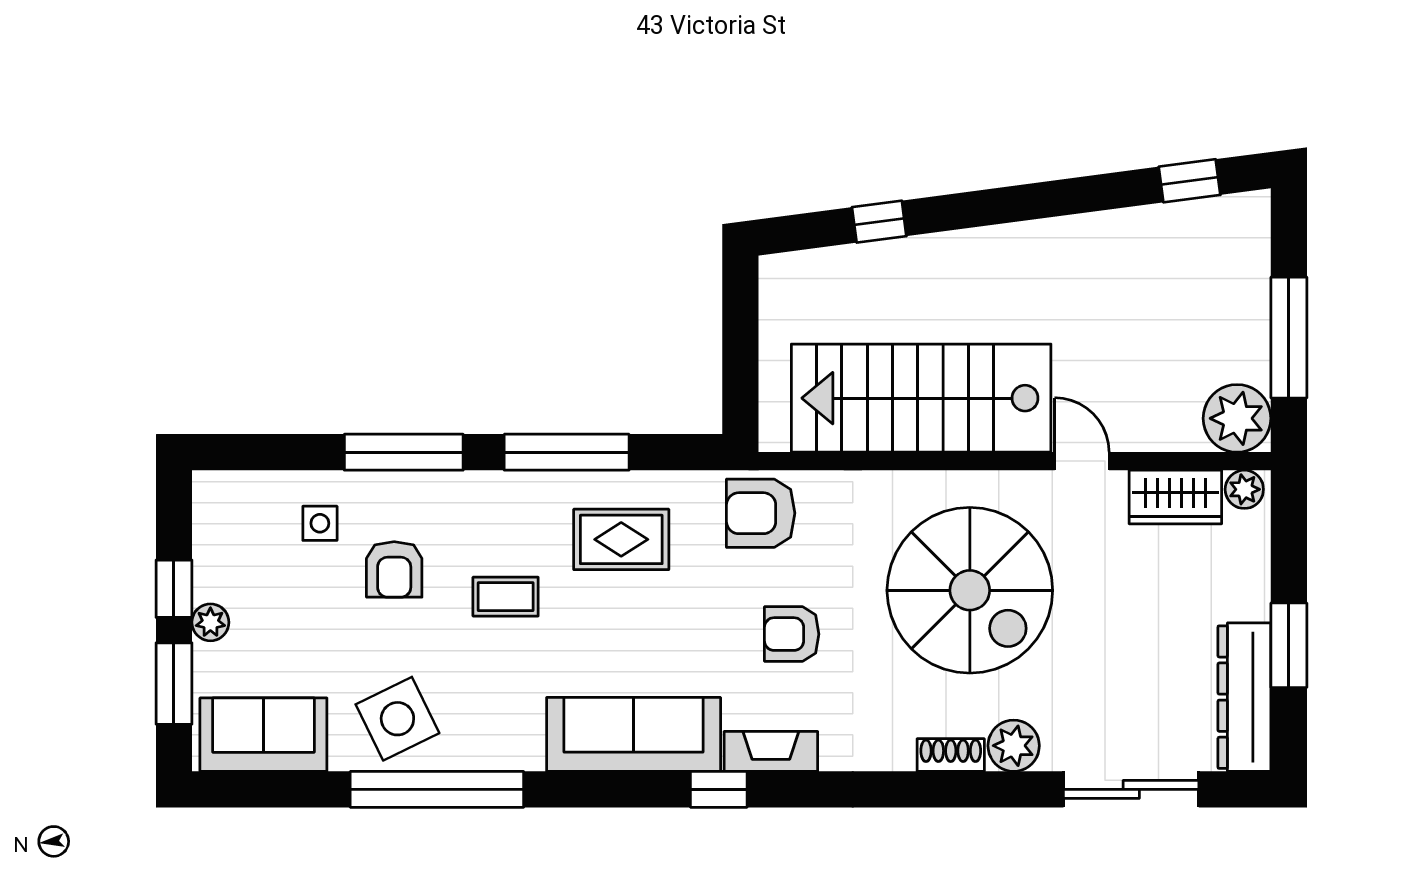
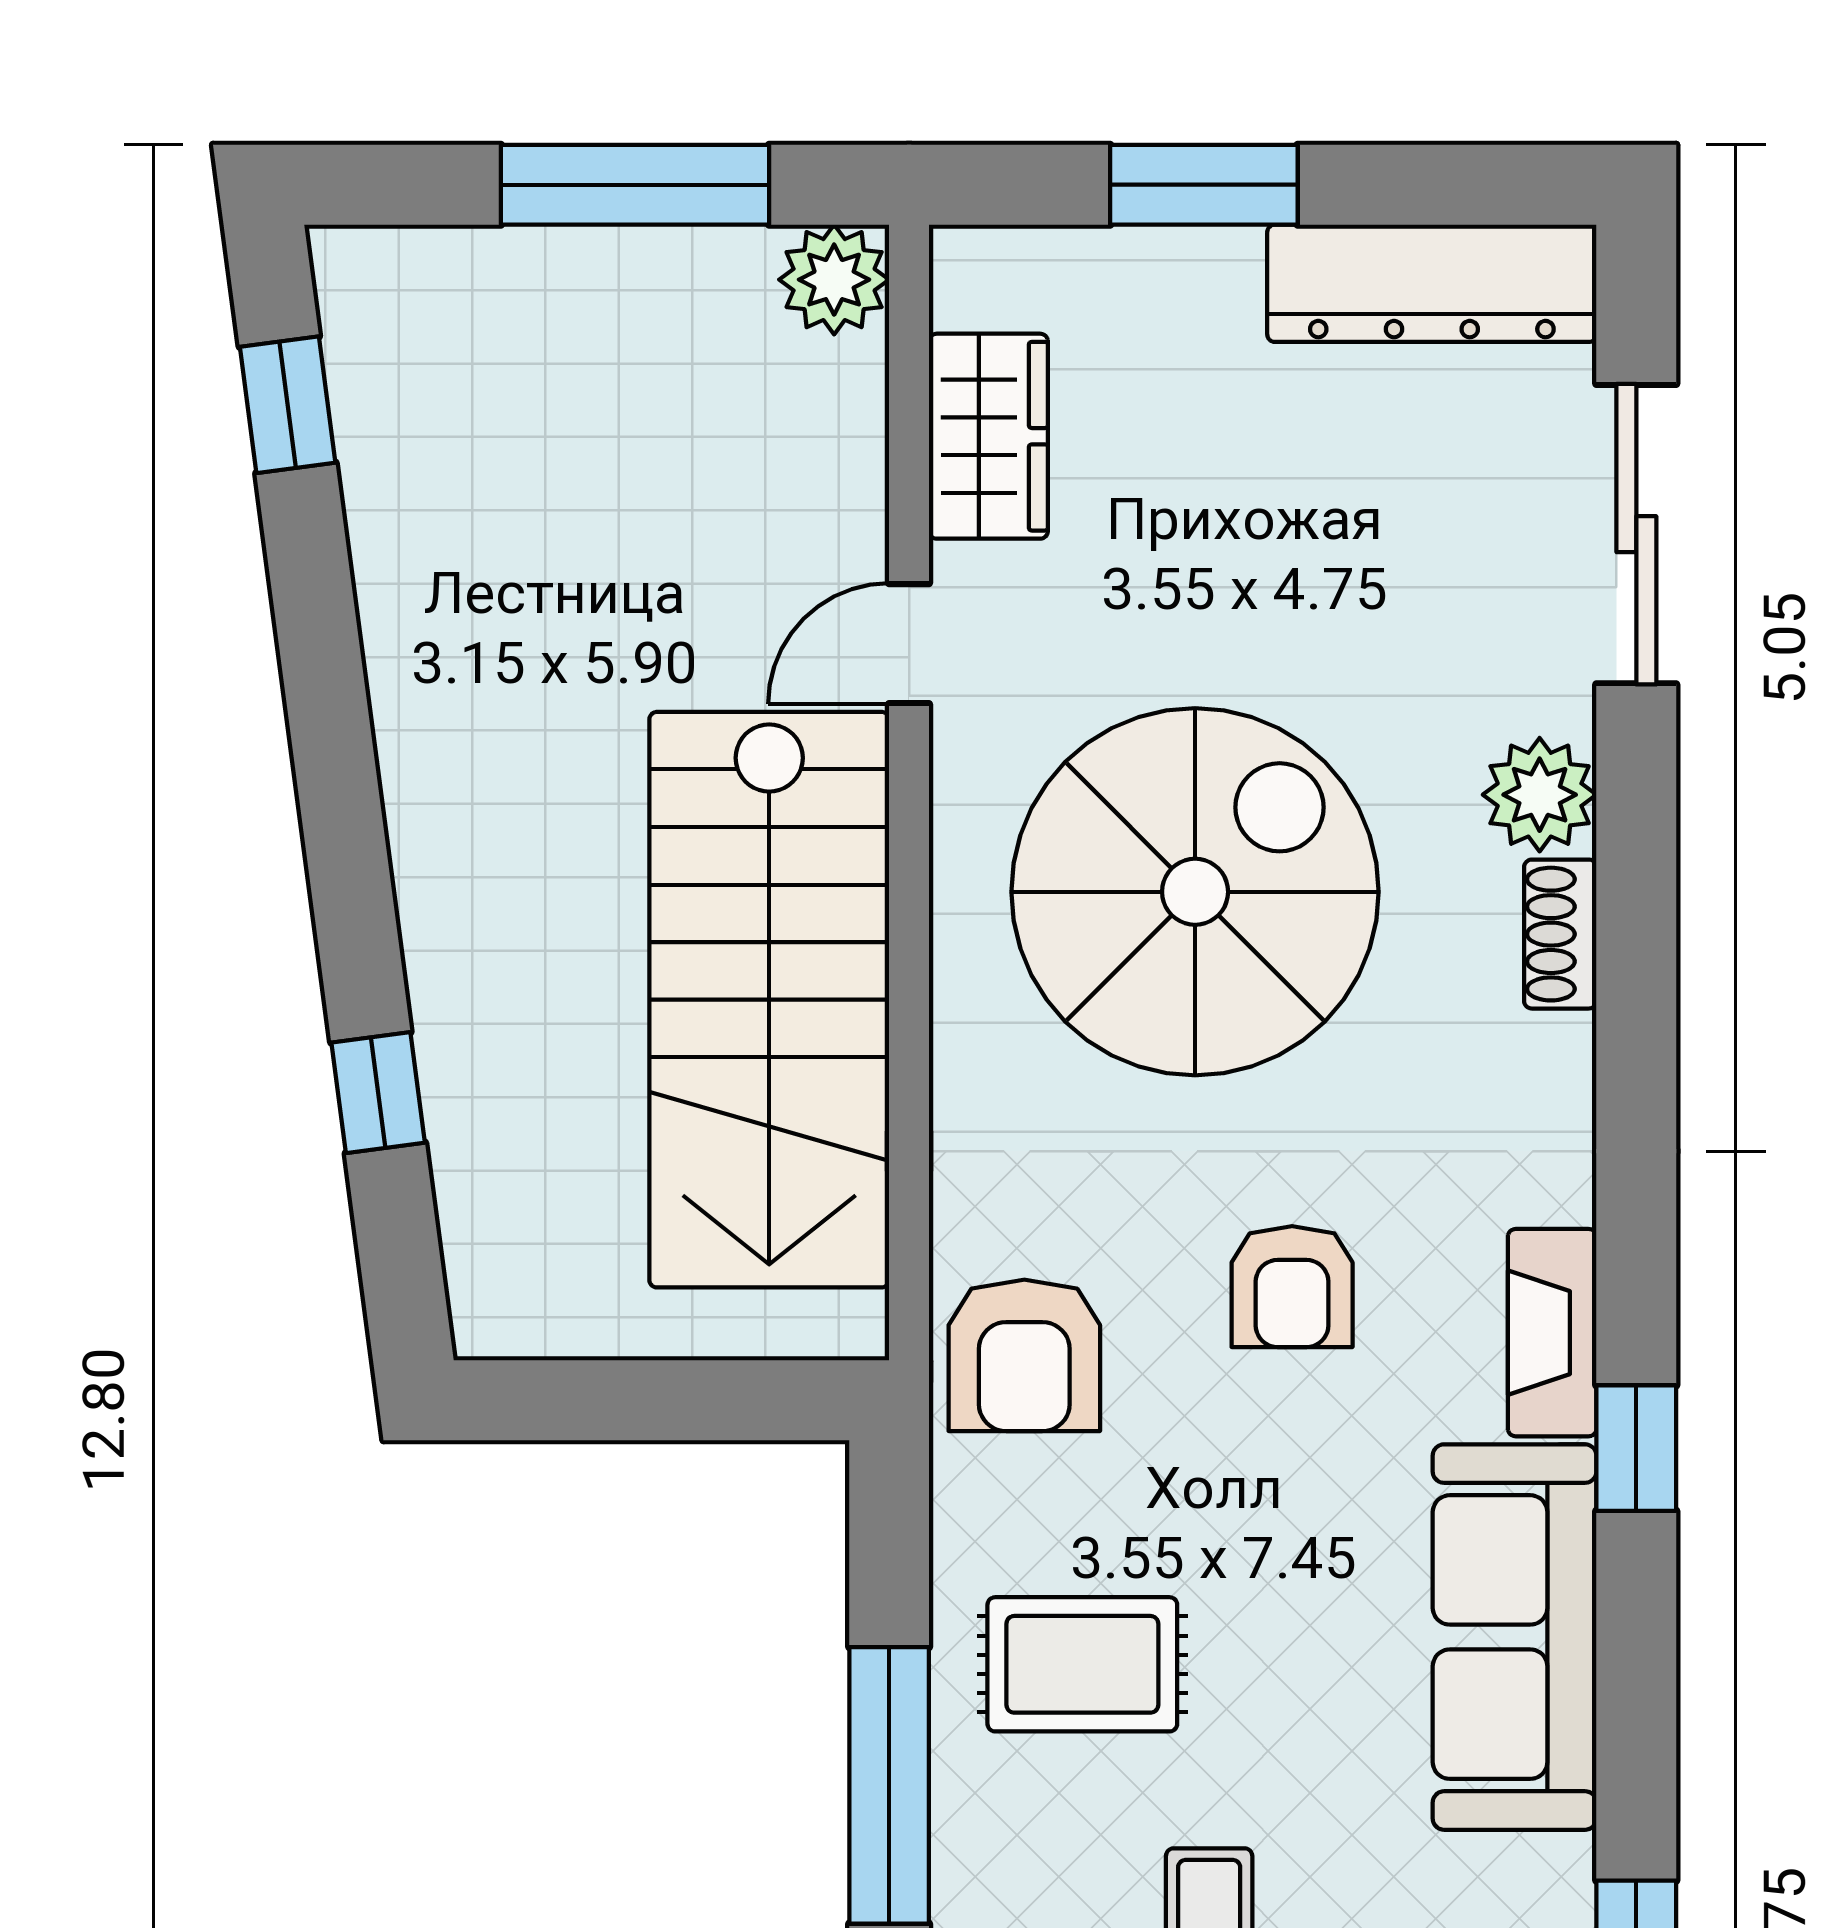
plant: (1237, 418) -> (834, 280), width x0.73, depth x0.73
plant: (1244, 489) -> (971, 283), removed
rug: (621, 539) -> (1082, 1664), turned 90
window: (1289, 645) -> (1204, 185), moved

